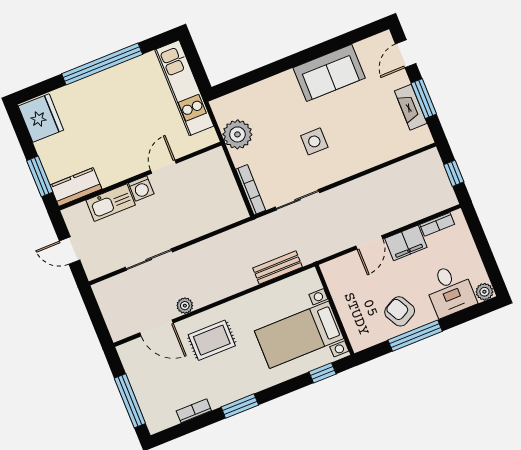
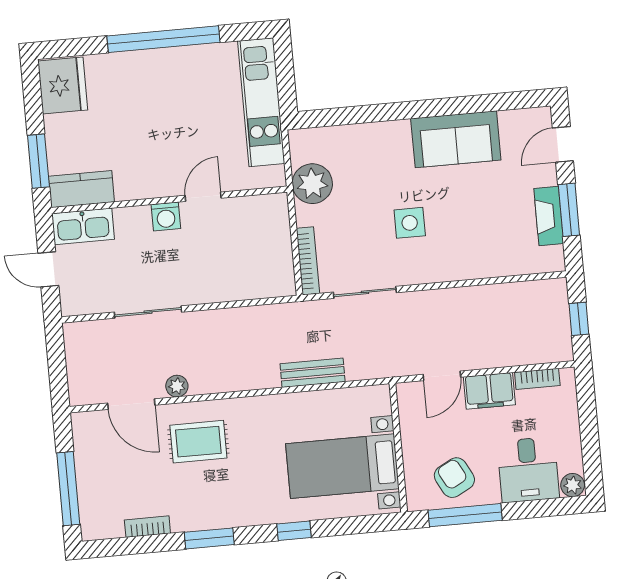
kitchen sink: (111, 203) -> (83, 226), moved
wall: (335, 310) -> (398, 448), moved
bed with nightstands: (299, 335) -> (342, 466), moved
window: (323, 373) -> (294, 531), moved

